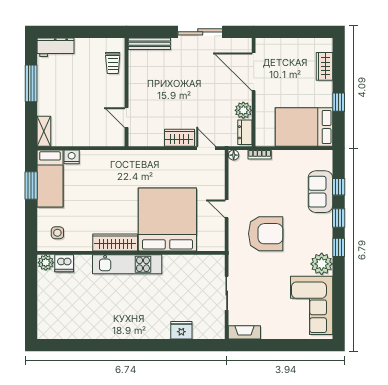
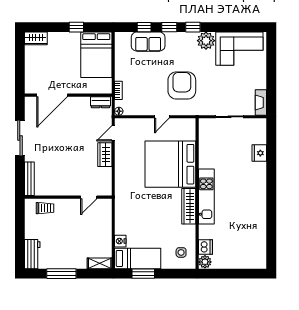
wardrobe: (324, 66) -> (36, 38), moved
plant: (243, 110) -> (83, 103), removed

